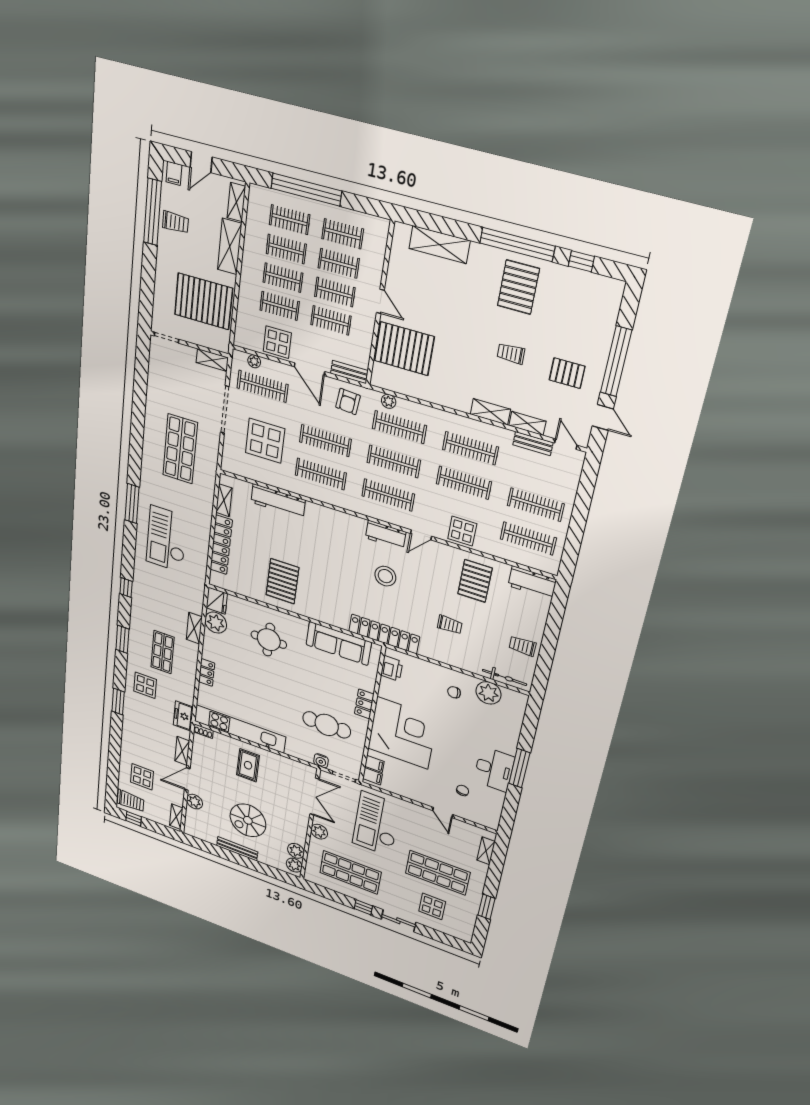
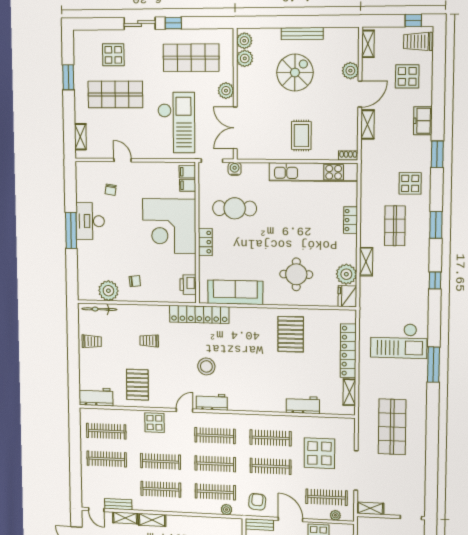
workbench: (278, 501) -> (303, 405), width x0.73
checkout: (166, 539) -> (399, 341), turned 90
freezer: (183, 716) -> (423, 121), moved, turned 180

